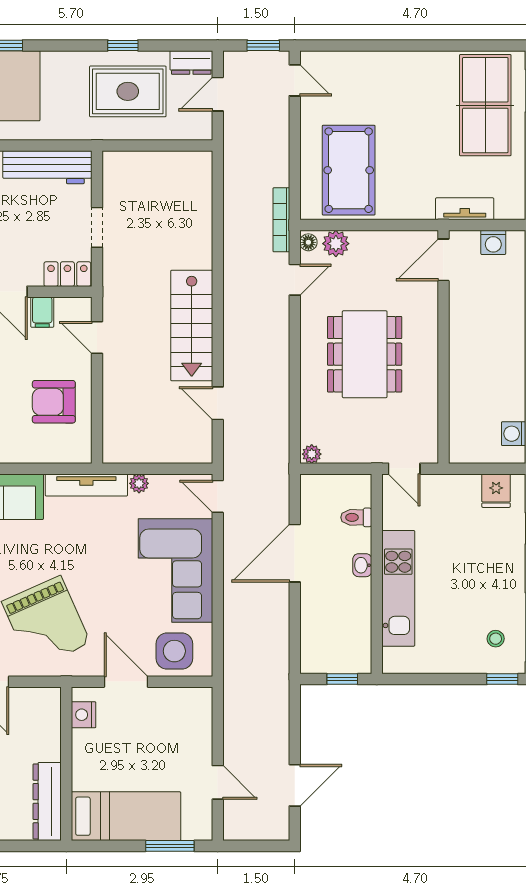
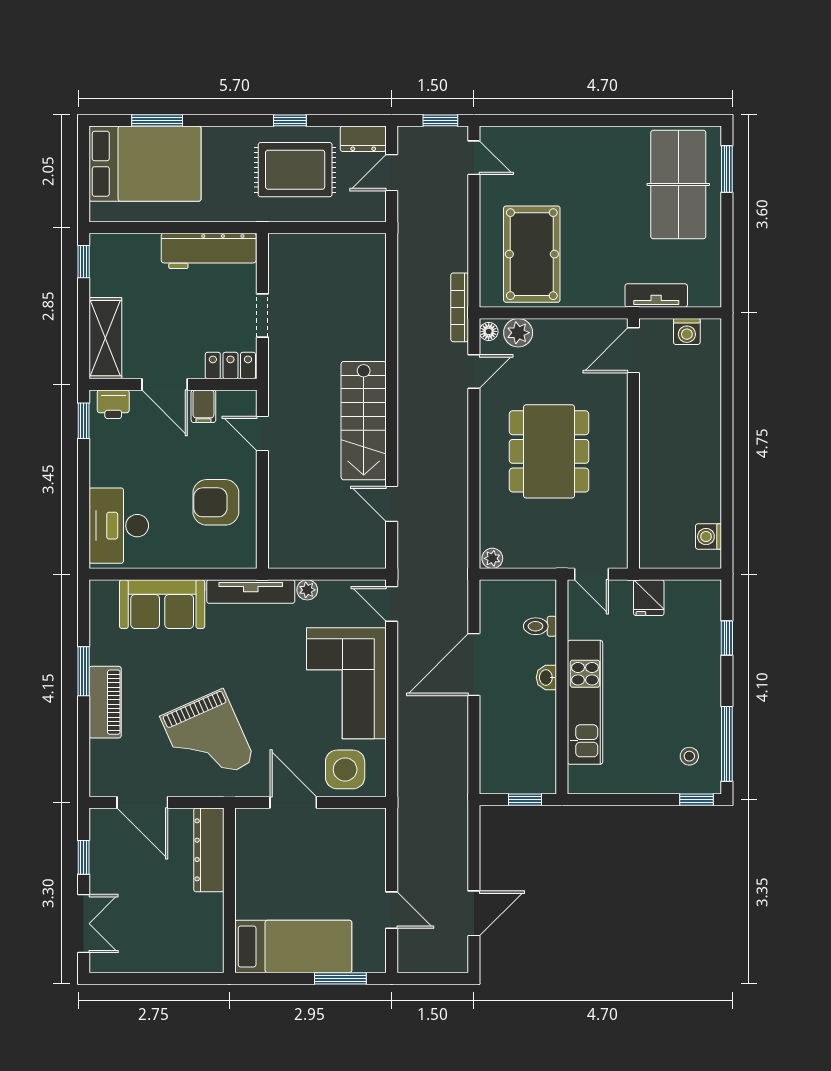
fridge: (496, 491) -> (649, 598), moved
nightstand: (84, 715) -> (248, 838), removed
dresser: (47, 802) -> (209, 850), moved

